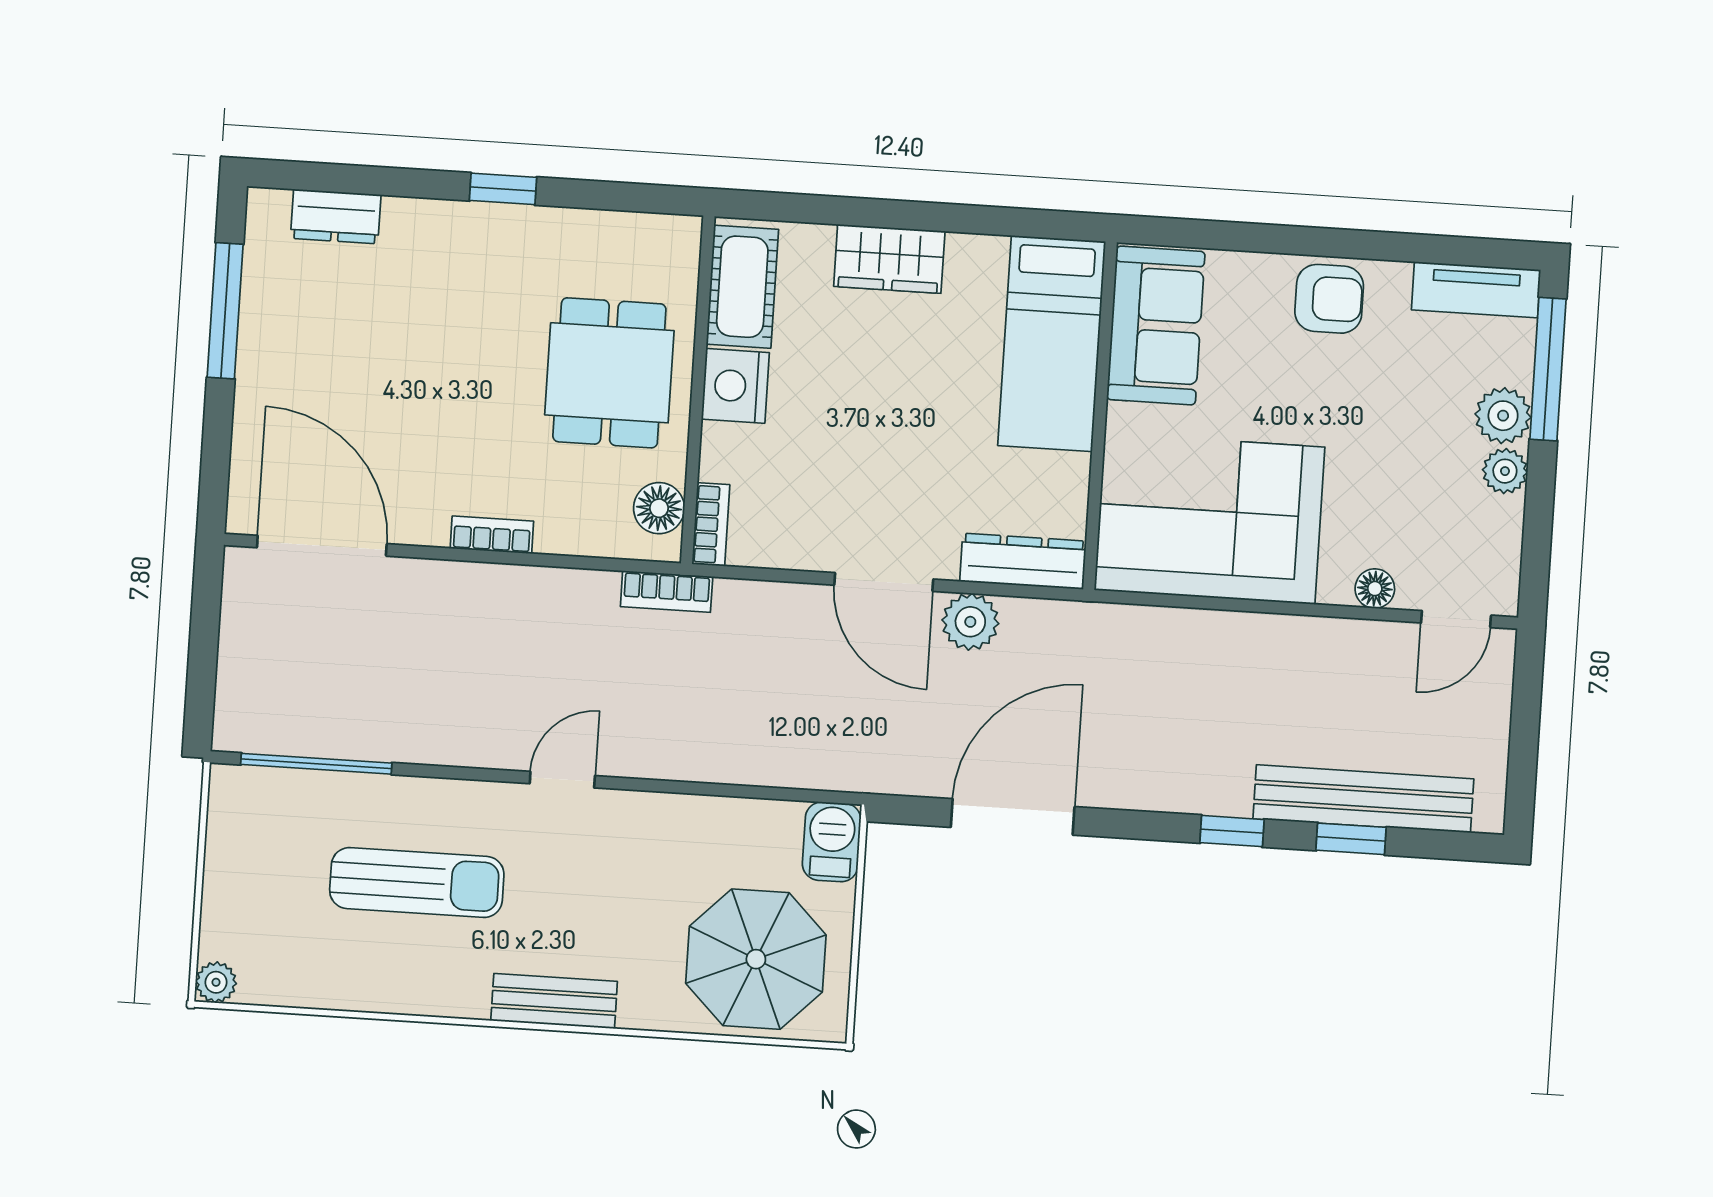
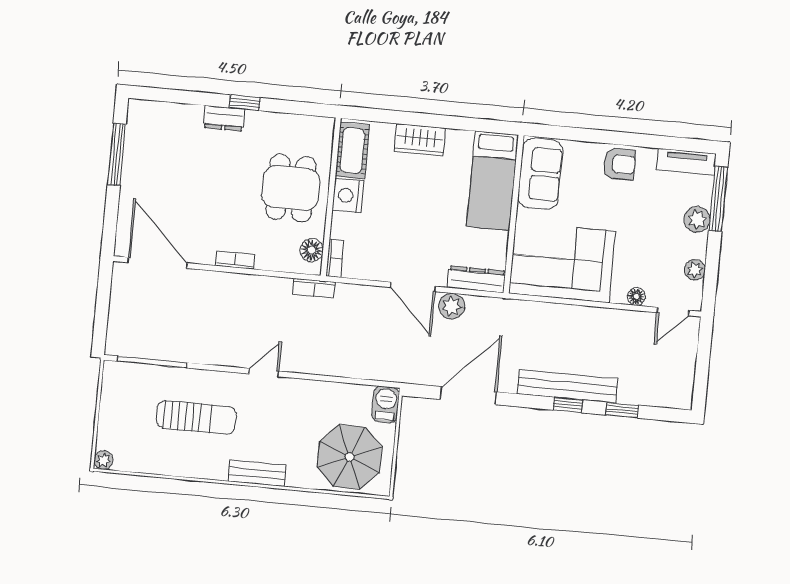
dresser: (336, 216) -> (224, 118), moved
plant: (1505, 471) -> (695, 270), moved
bench: (1363, 799) -> (567, 386), moved

